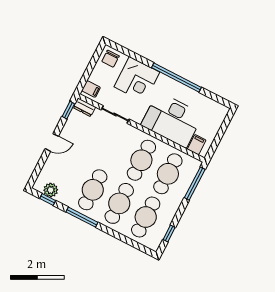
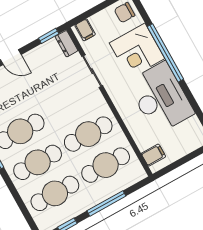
window: (176, 78) -> (165, 53), moved
desk: (172, 120) -> (160, 98), moved, turned 180
window: (195, 184) -> (106, 203), moved

